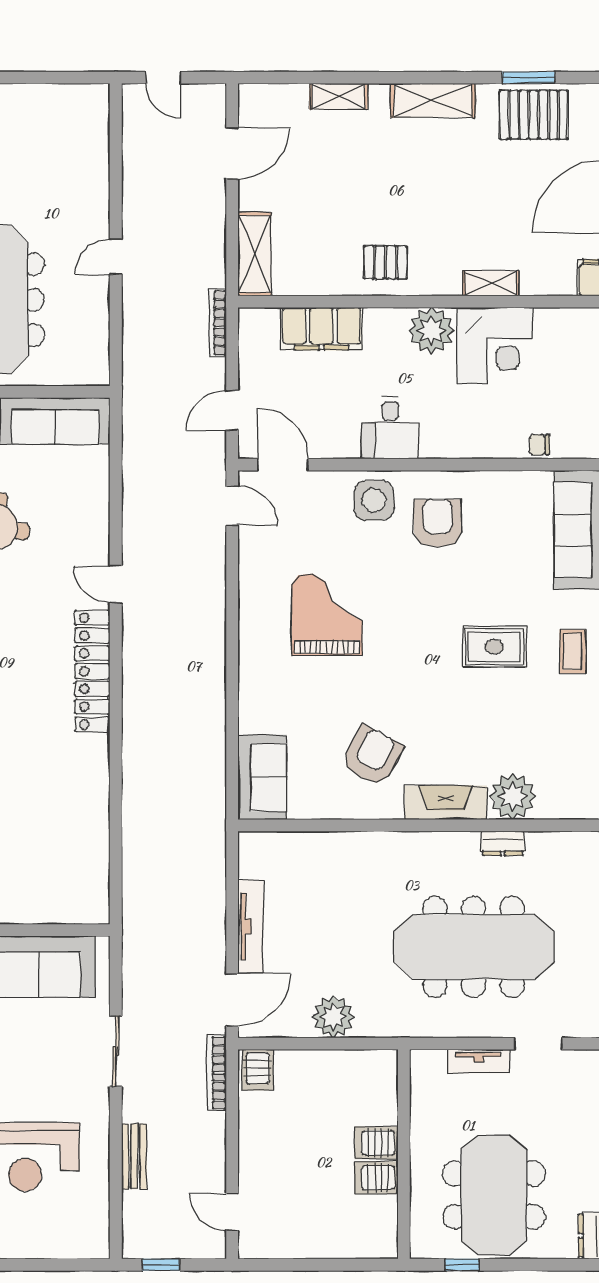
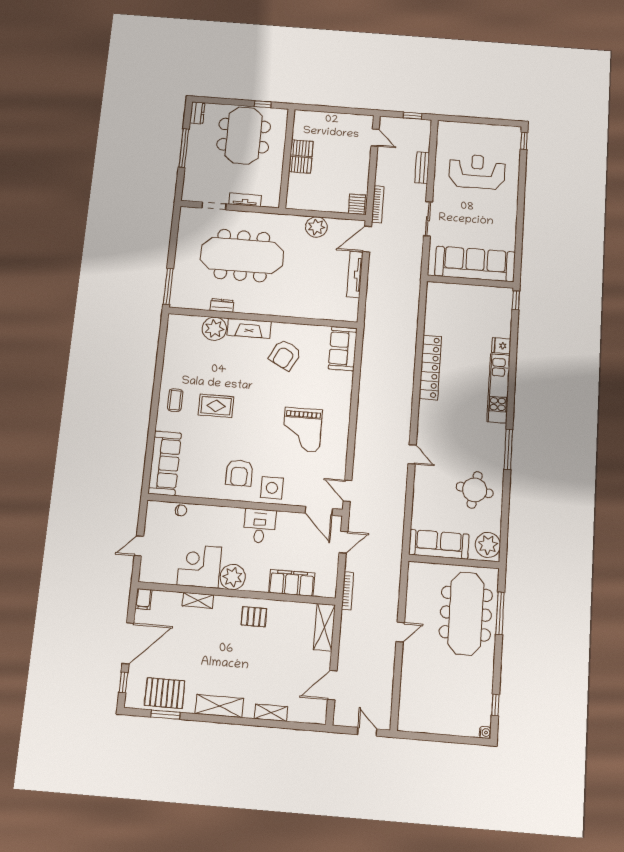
locker: (92, 671) -> (430, 367), moved

